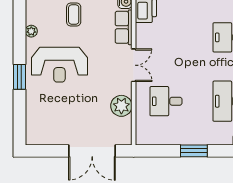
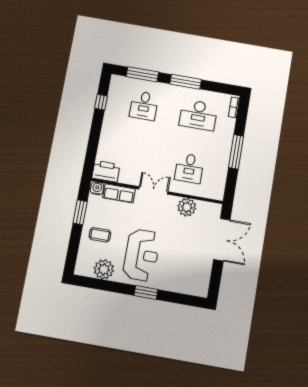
plant: (31, 31) -> (104, 269), width x1.87, depth x1.87
window: (194, 151) -> (236, 152), width x1.44

